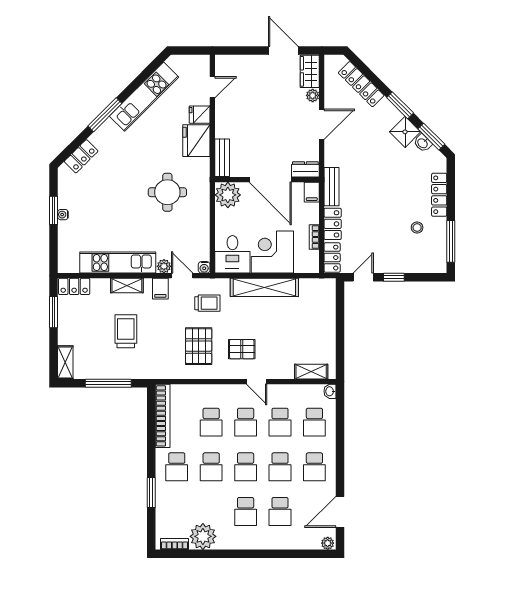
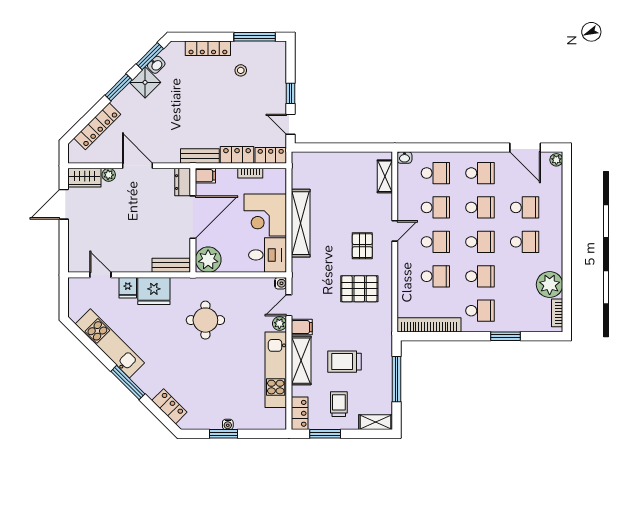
shelving: (127, 285) -> (301, 361), width x1.50, depth x1.33
trolley: (207, 303) -> (339, 404), moved

